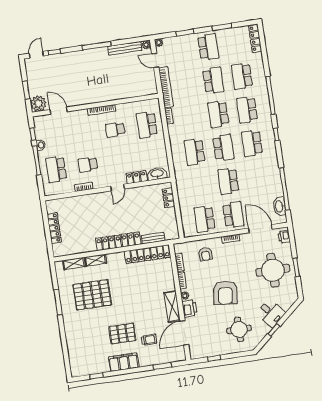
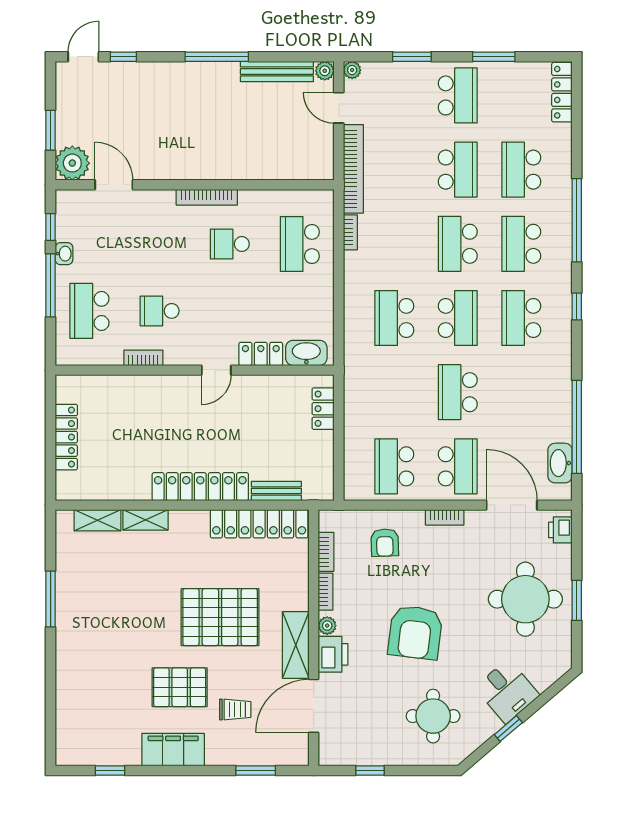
pallet: (92, 295) -> (220, 617), moved

